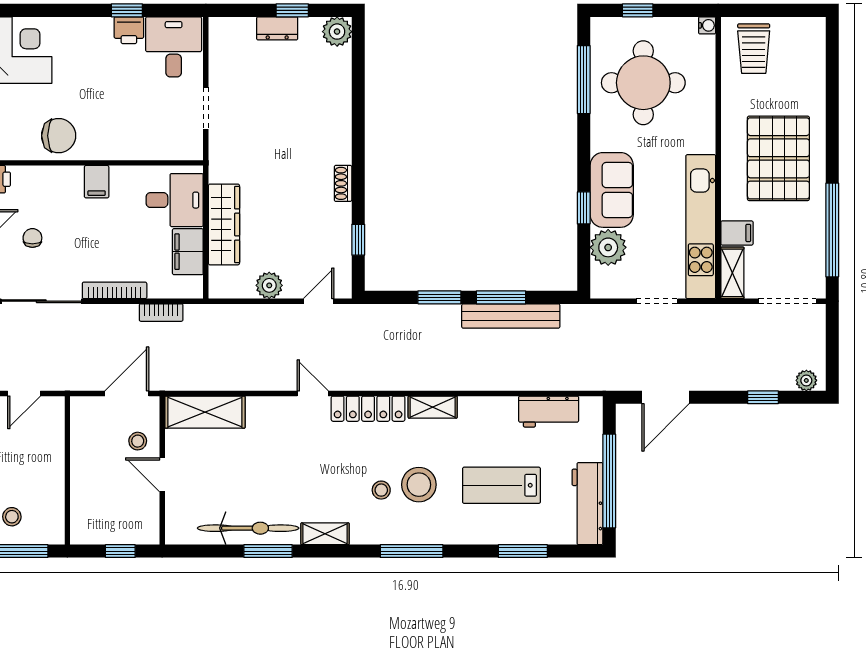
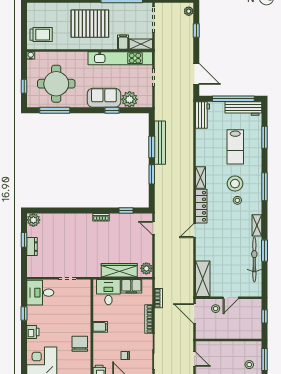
printer: (129, 30) -> (33, 332), moved
plant: (269, 285) -> (146, 268), moved
workbench: (549, 412) -> (202, 115), moved

